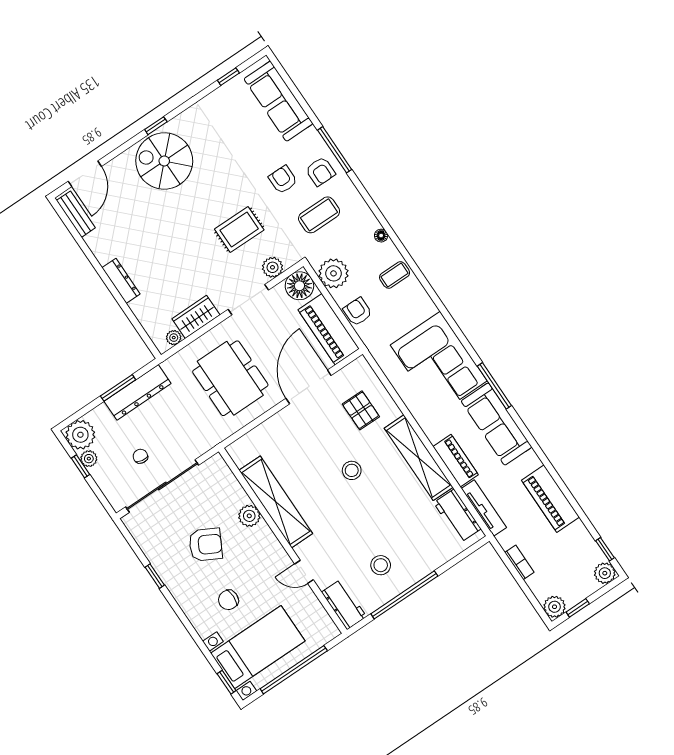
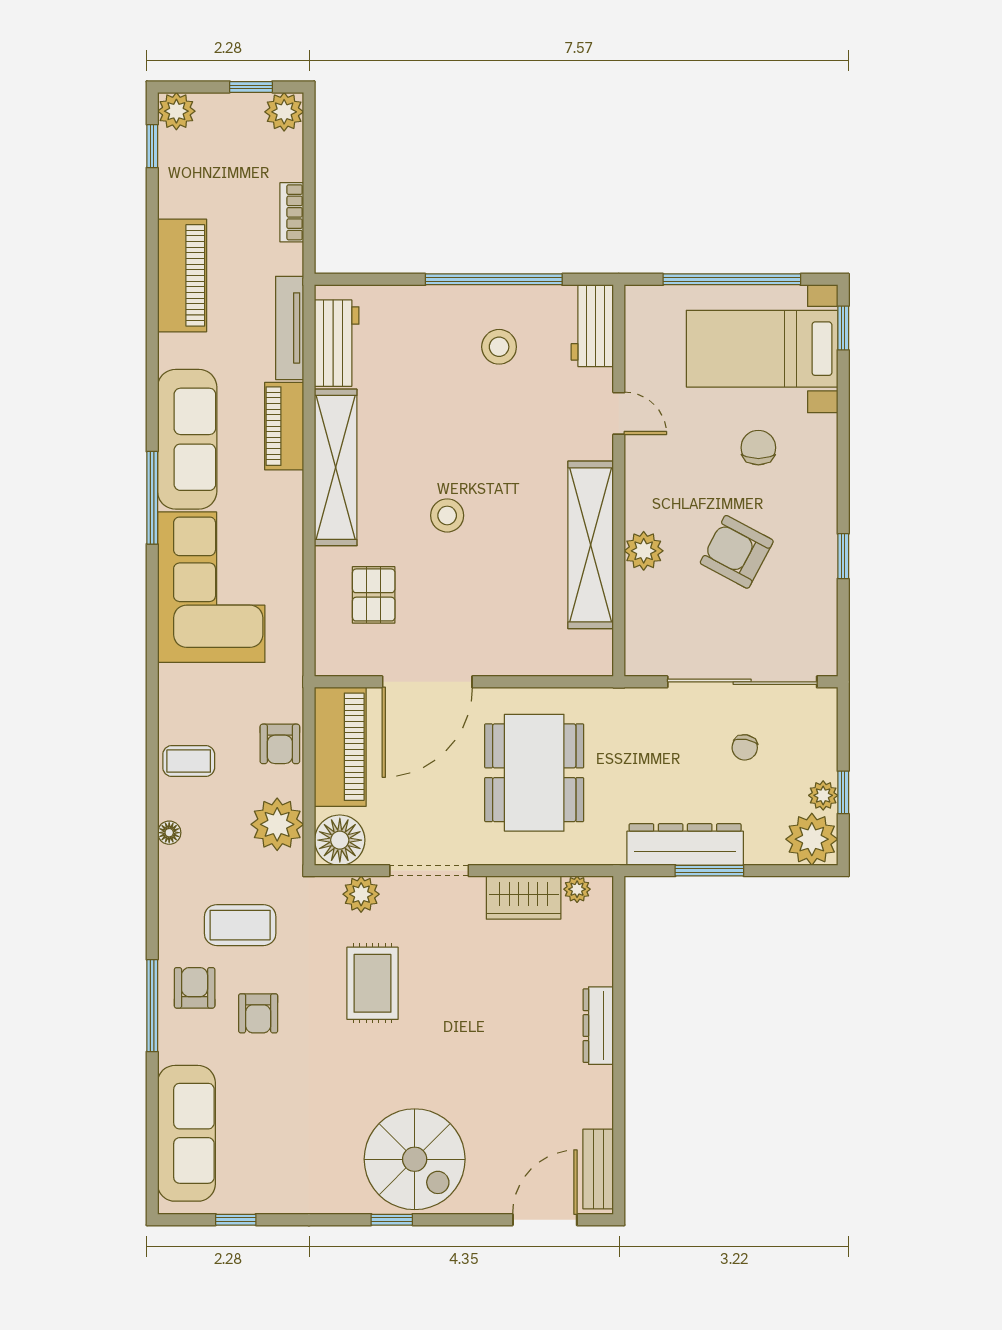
rug: (239, 229) -> (373, 983), turned 90
chair: (228, 600) -> (758, 448), turned -90

